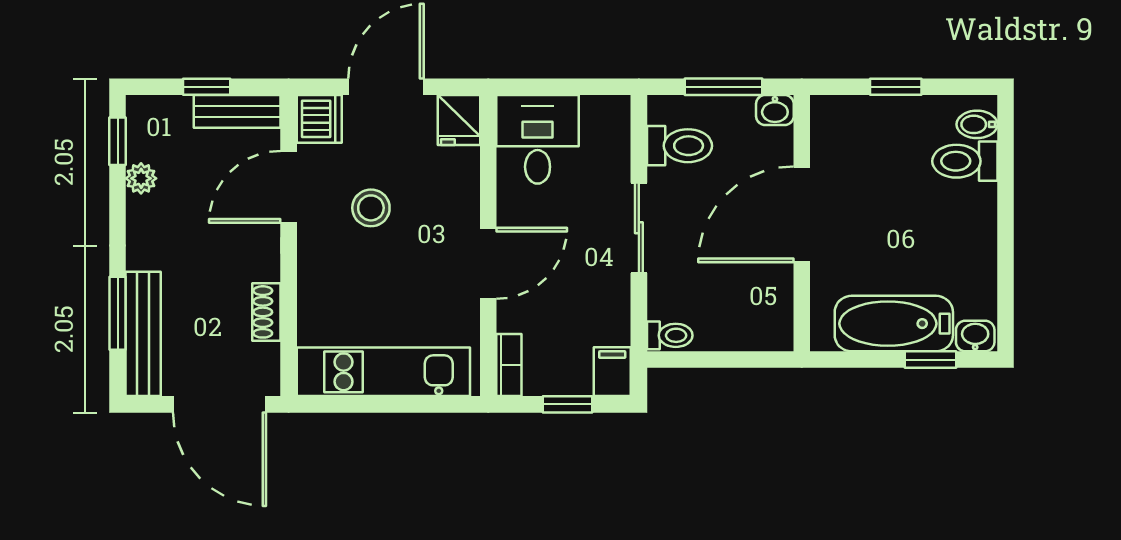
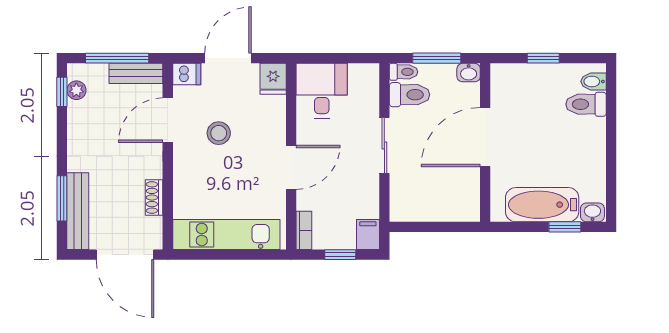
window: (207, 87) -> (117, 58), width x2.17
dishwasher: (319, 119) -> (187, 74), width x0.73
plant: (141, 178) -> (76, 90), moved
toilet: (670, 335) -> (404, 72), moved

